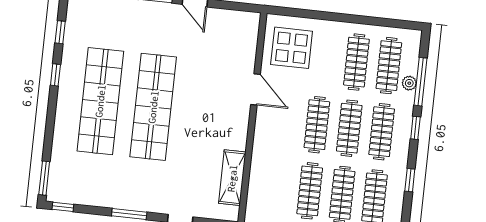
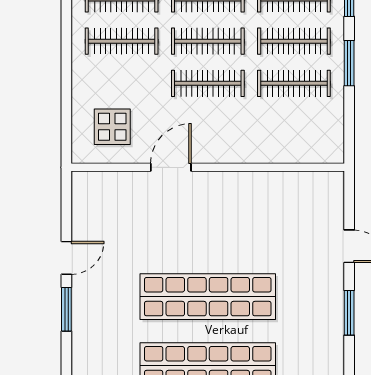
display table: (292, 48) -> (112, 127), width x0.73, depth x0.73
shelving: (232, 178) -> (288, 185), removed

